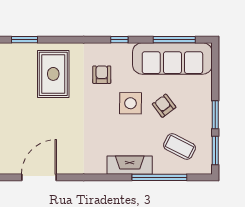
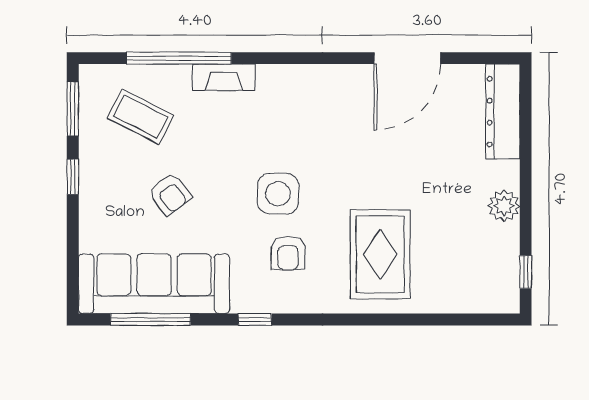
window: (25, 40) -> (435, 319), removed
side table: (130, 103) -> (278, 194), moved
window: (215, 115) -> (73, 177), width x0.67
fireplace: (130, 165) -> (224, 77), width x0.73, depth x0.76

